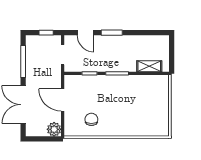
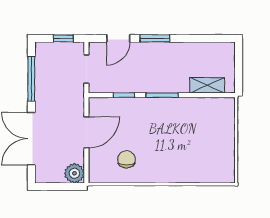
door: (85, 33) -> (118, 38), hinge flipped
door: (63, 100) -> (86, 132), swing flipped

